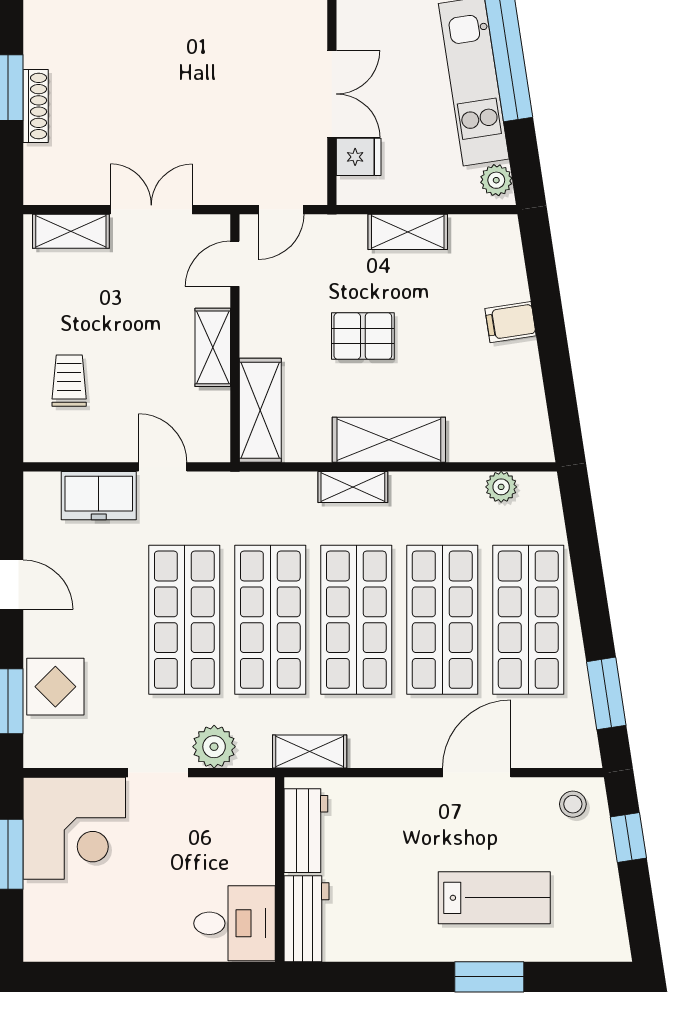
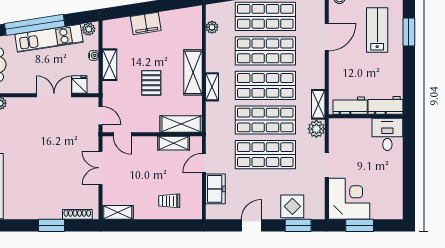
shoe rack: (36, 106) -> (77, 214), moved
water cooler: (431, 193) -> (94, 55), added
shelving: (71, 231) -> (118, 212), moved, turned 90
filing cabinet: (511, 322) -> (146, 23), width x2.00
shelving: (213, 347) -> (174, 143), moved
plant: (214, 747) -> (316, 129), moved
door: (477, 773) -> (327, 37), swing flipped

